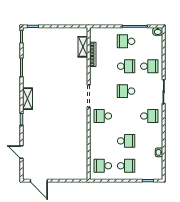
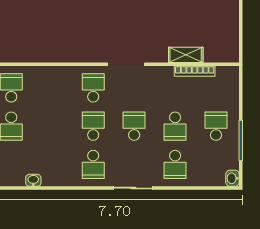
shelving: (83, 47) -> (186, 55), moved
school desk: (126, 141) -> (93, 126), moved, turned 180

